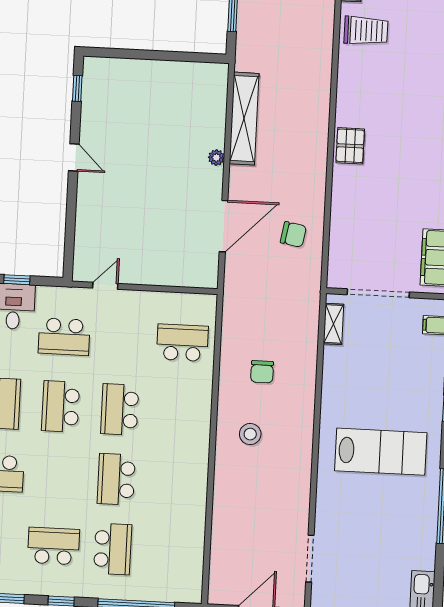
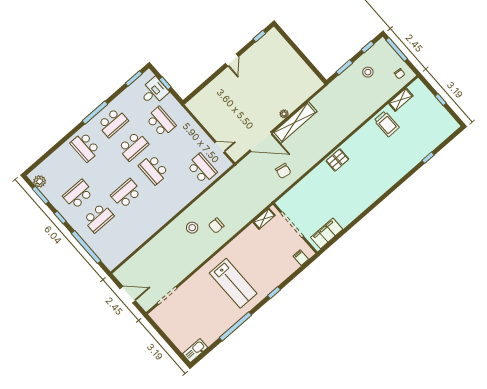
shelving: (244, 119) -> (295, 123), moved
door: (105, 286) -> (220, 147), moved
school desk: (64, 337) -> (161, 122), turned 180
chair: (262, 372) -> (216, 226), moved
school desk: (61, 406) -> (133, 146), turned 180
school desk: (120, 409) -> (154, 169), turned -90
school desk: (54, 546) -> (78, 194), turned -90

